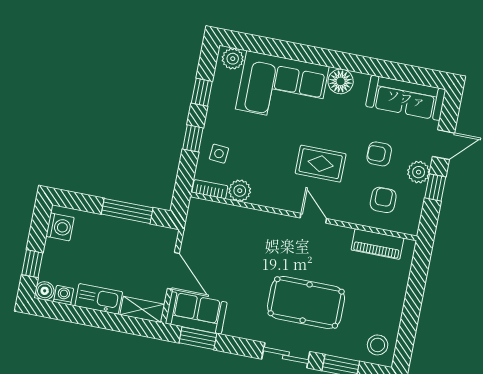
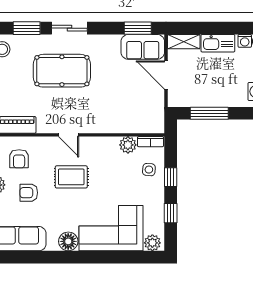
armchair: (379, 154) -> (29, 193), turned 180

